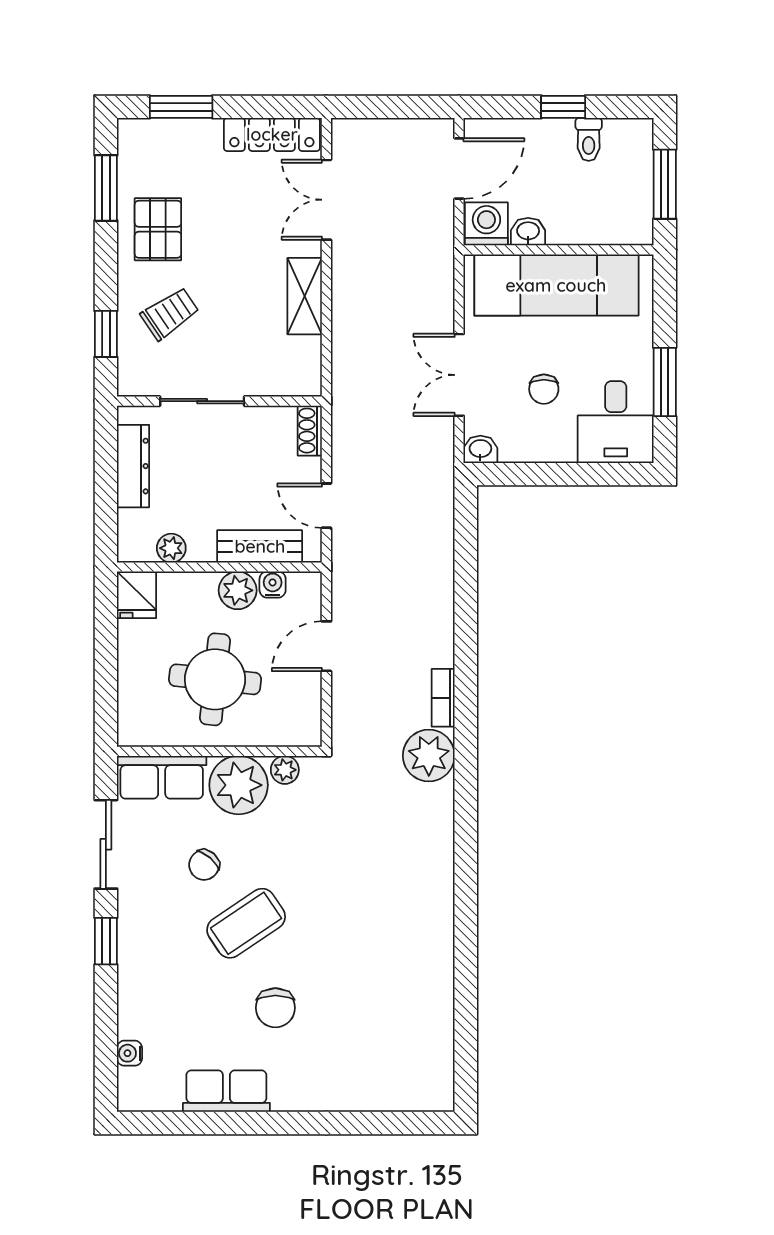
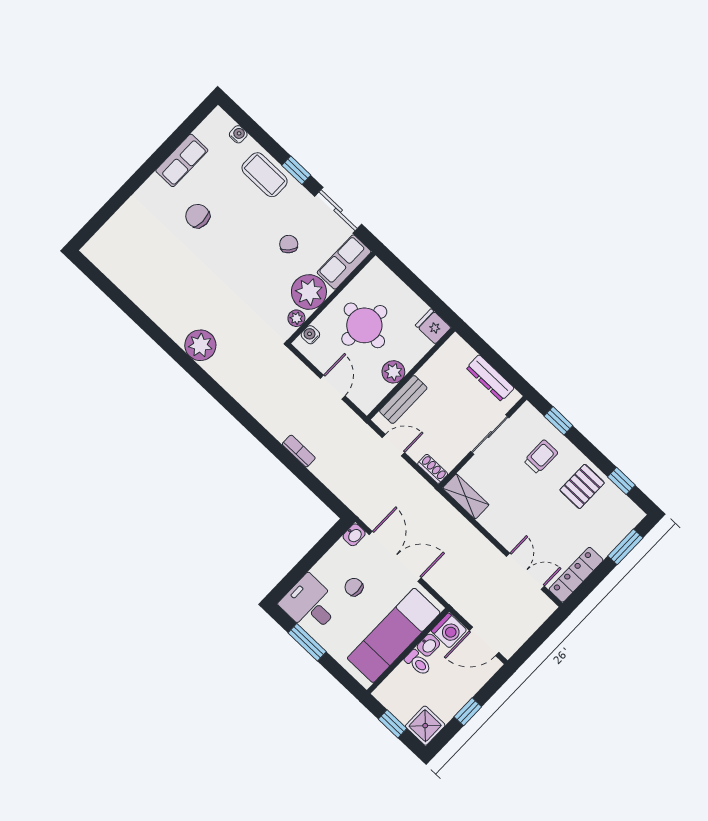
toilet: (589, 139) -> (418, 663), moved, turned 180
shower: (629, 142) -> (425, 726), added
door: (459, 168) -> (484, 641), hinge flipped
window: (665, 184) -> (393, 724), width x0.67
window: (106, 188) -> (621, 481), width x0.67
pallet: (158, 229) -> (582, 486), turned 90
shelving: (305, 296) -> (466, 496), moved
trolley: (170, 314) -> (541, 457), turned -146
double door: (459, 375) -> (395, 556), width x1.37
plant: (171, 548) -> (439, 361), removed
water cooler: (273, 585) -> (310, 335), moved, turned 180
bookcase: (443, 698) -> (299, 451), moved
plant: (429, 756) -> (200, 345), moved
coffee table: (246, 923) -> (265, 175), moved, turned -56

